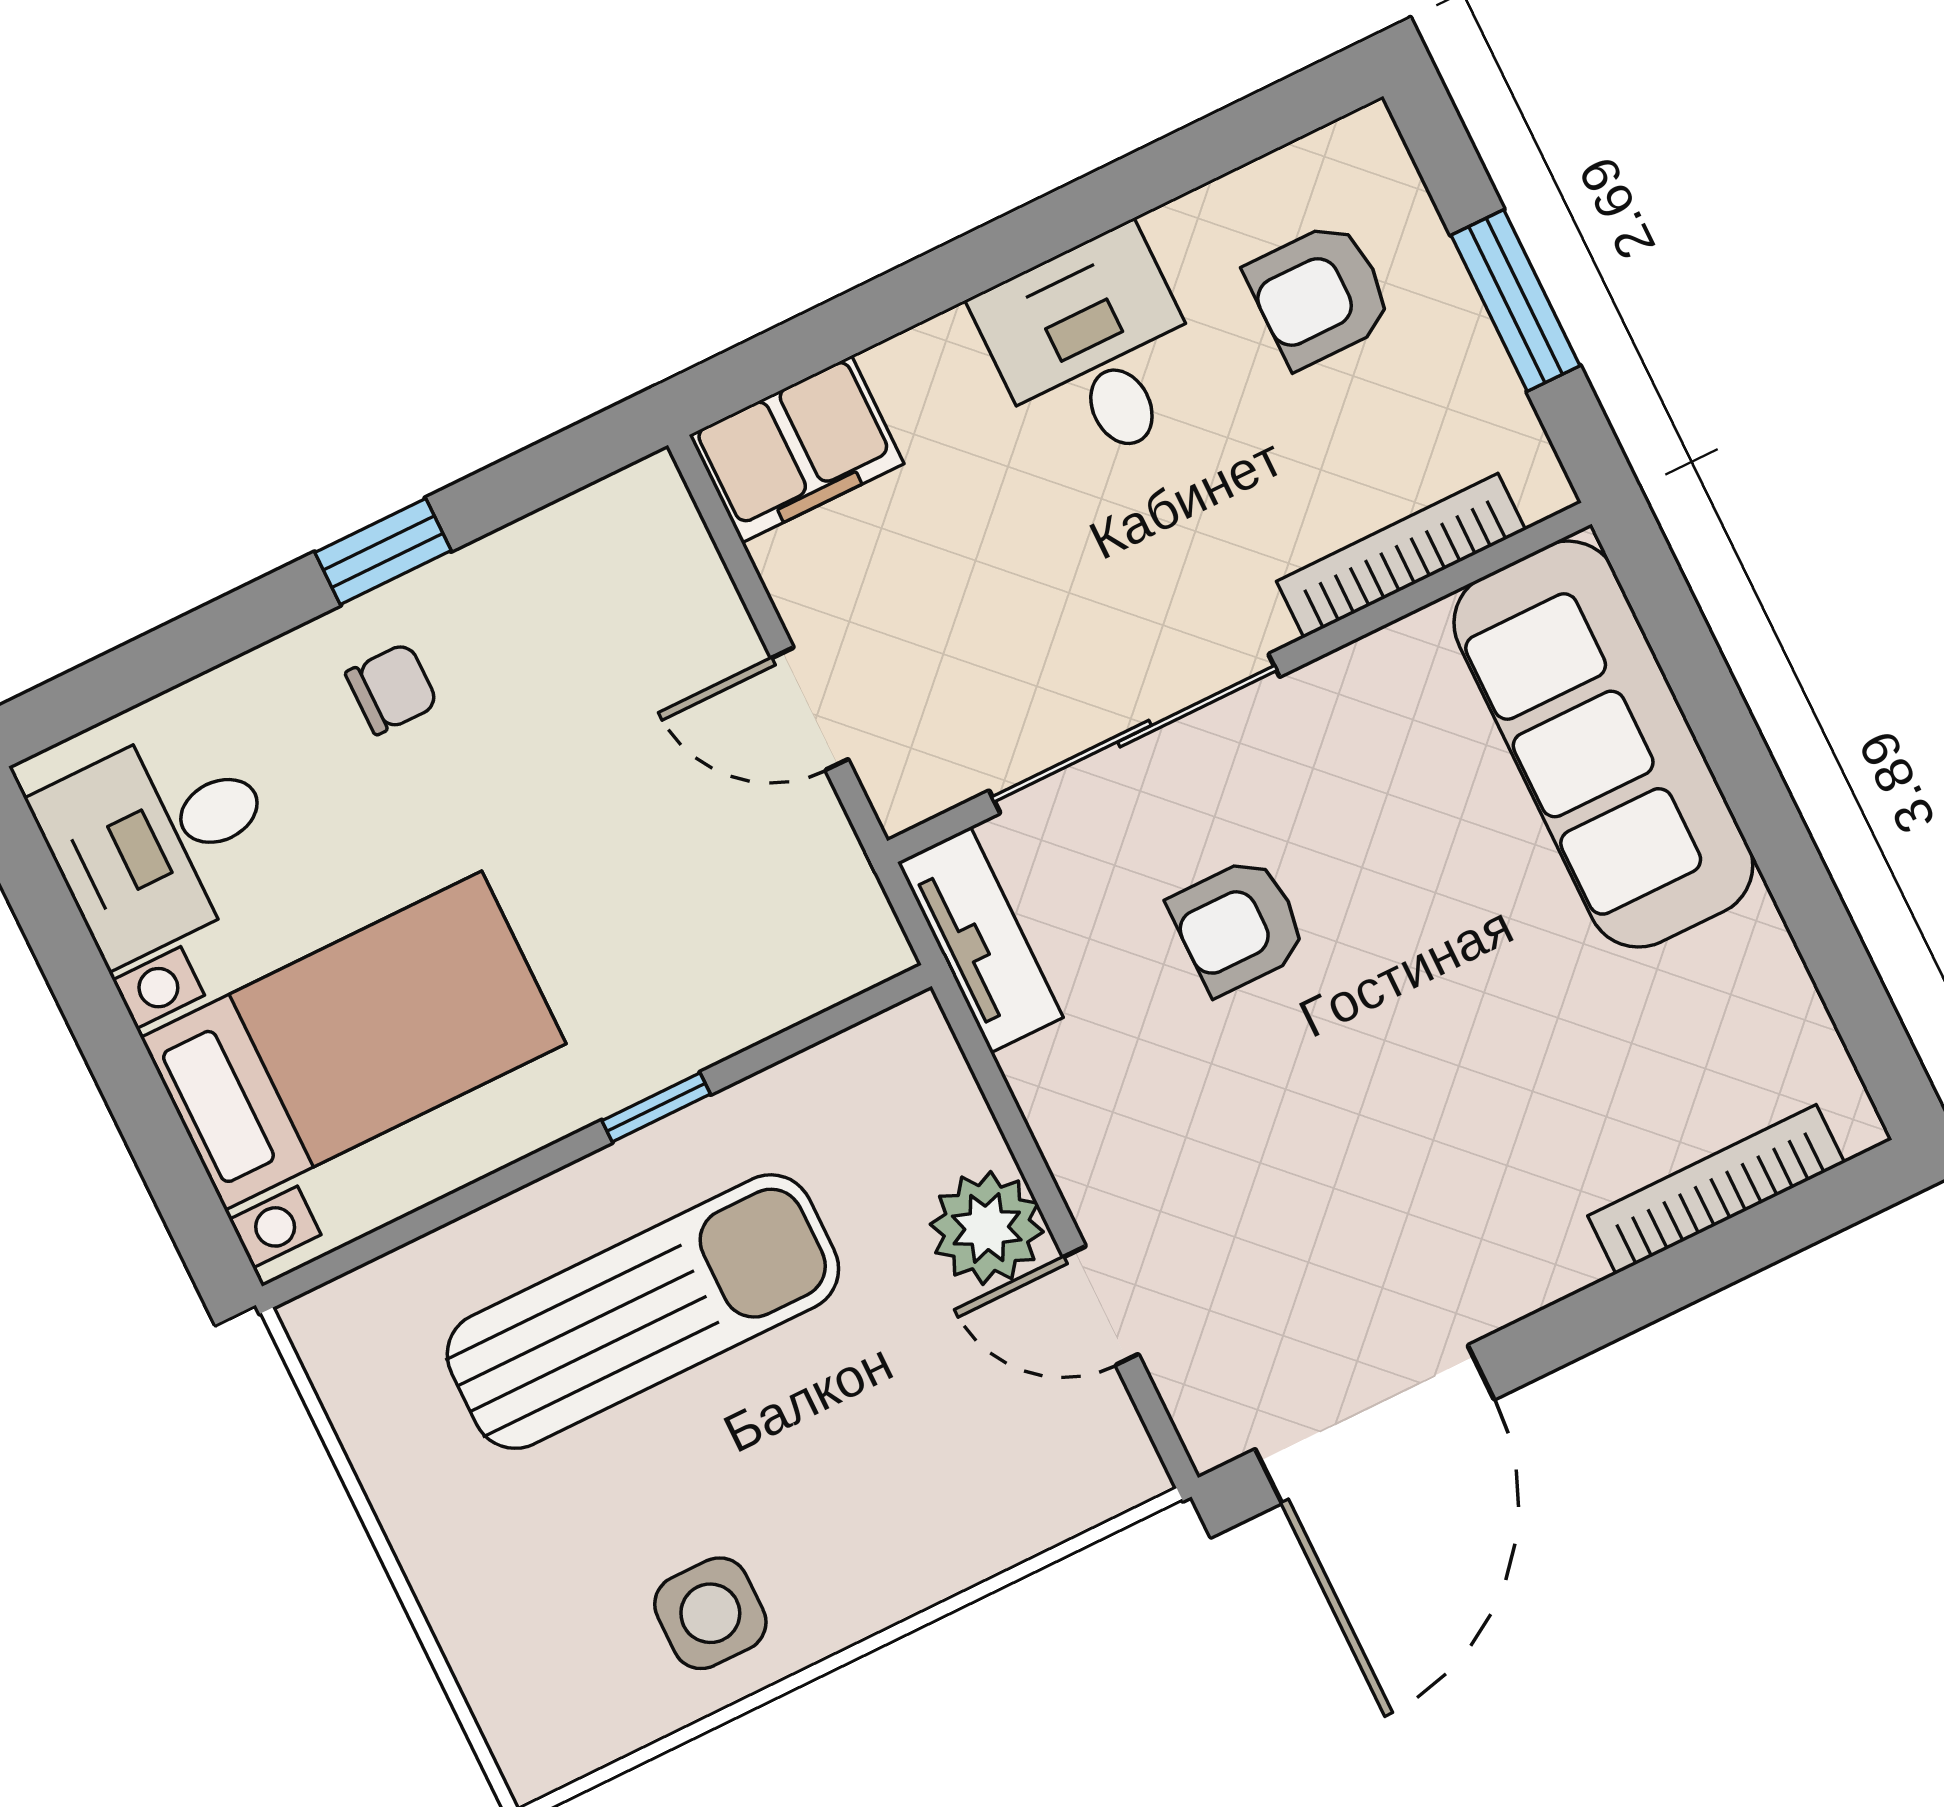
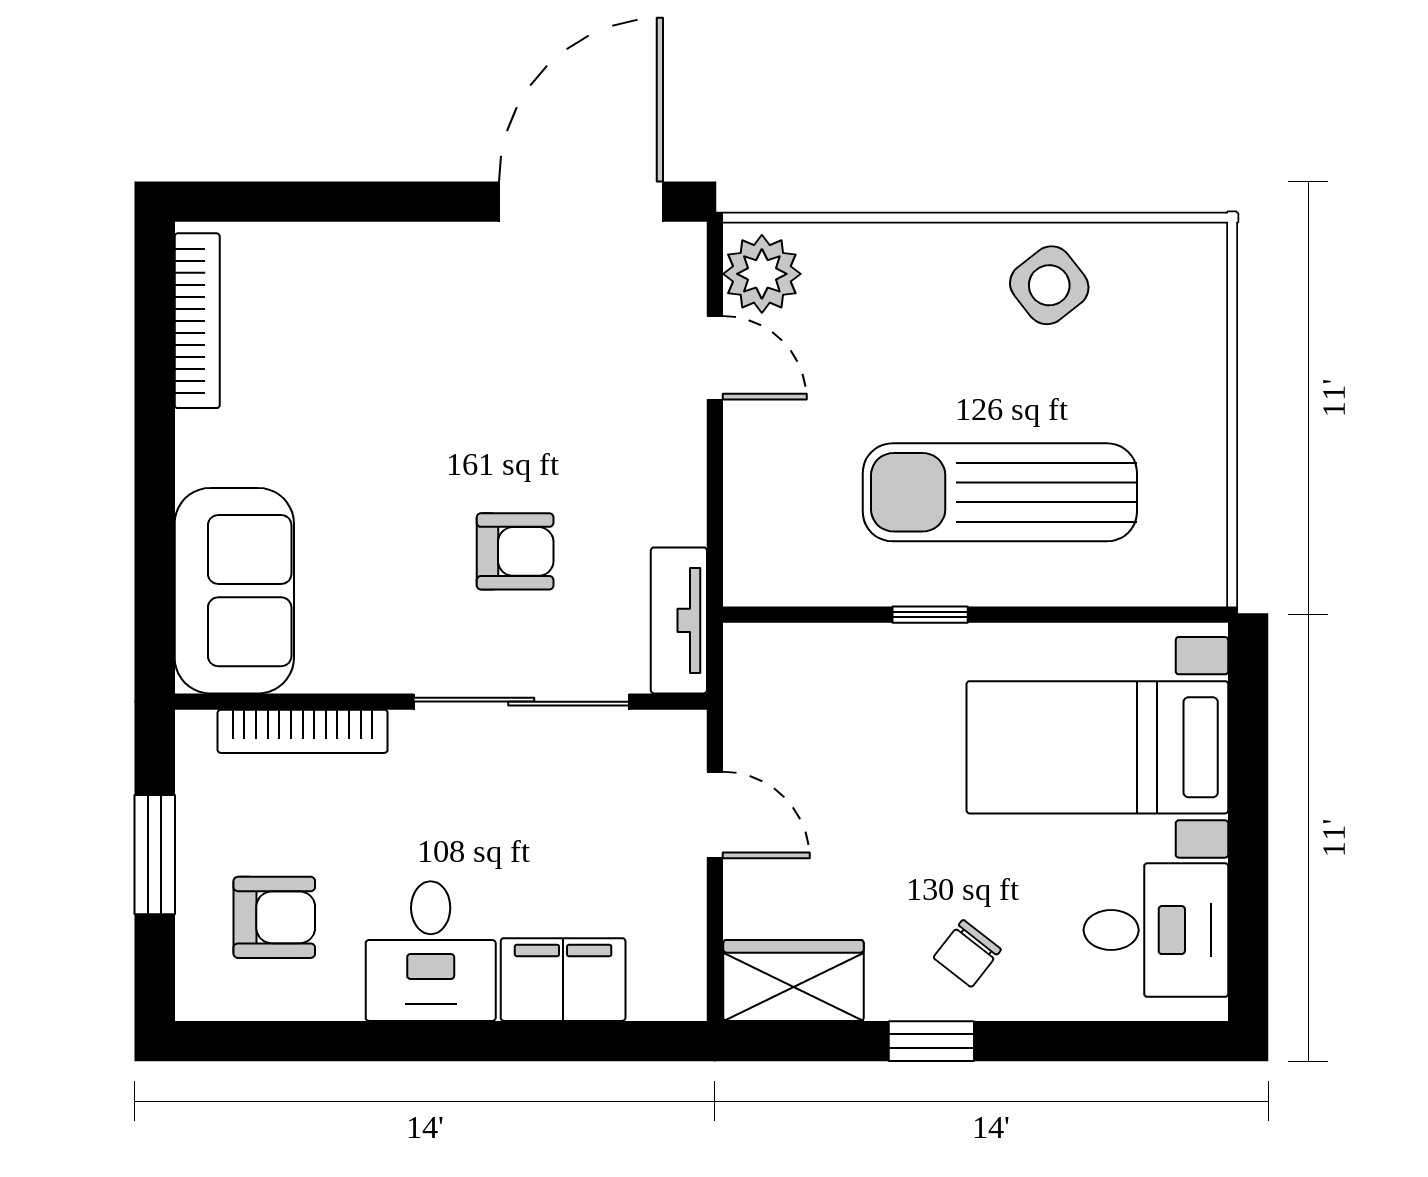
filing cabinet: (797, 449) -> (563, 980), moved
wardrobe: (602, 543) -> (794, 980), added
chair: (392, 689) -> (967, 954), turned -52
sofa: (1603, 744) -> (234, 591), width x0.73
bookcase: (1716, 1189) -> (197, 321), moved, turned -90
plant: (987, 1228) -> (762, 274), moved
side table: (710, 1613) -> (1049, 285), turned -38

